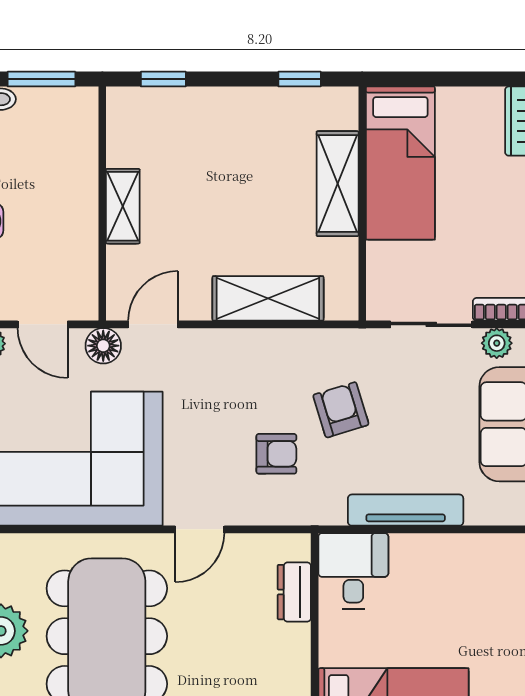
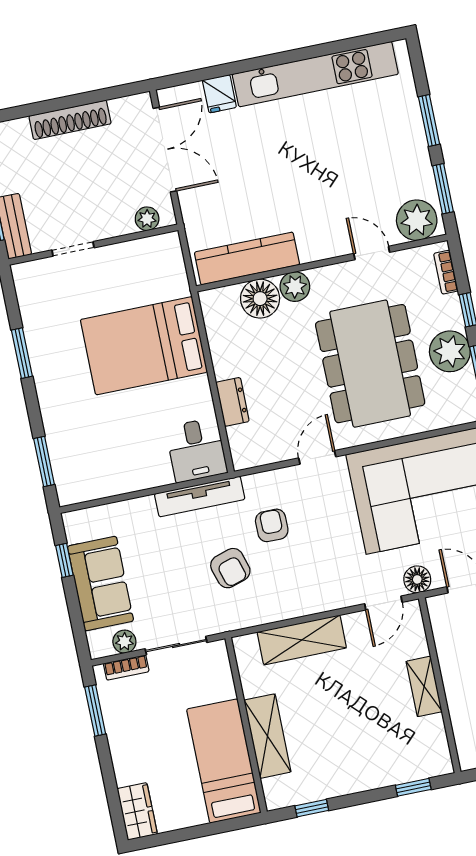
armchair: (276, 454) -> (272, 525), turned 90
tv unit: (406, 510) -> (200, 496), moved
dresser: (294, 592) -> (232, 402), moved

